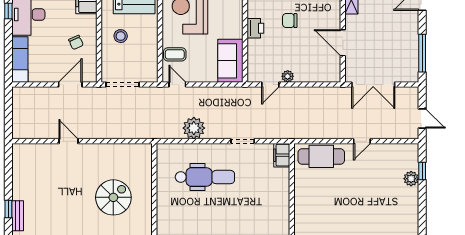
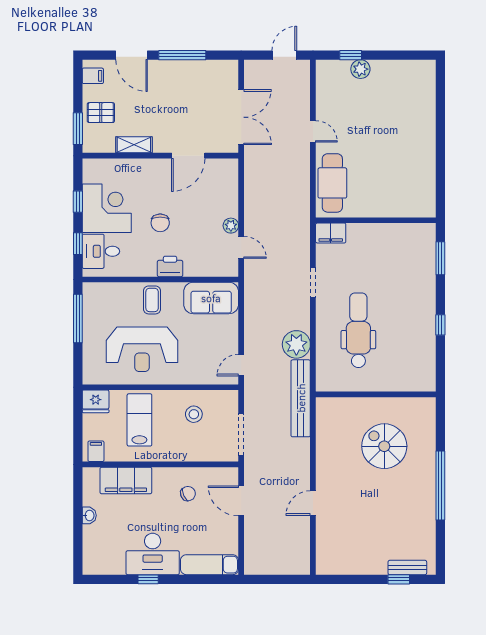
stool: (121, 36) -> (194, 414), moved
window: (422, 53) -> (182, 55), moved
coffee table: (175, 54) -> (152, 300), moved
bench: (151, 131) -> (301, 398), added

